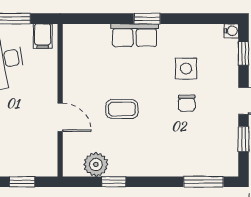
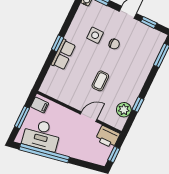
printer: (44, 160) -> (108, 137), added

